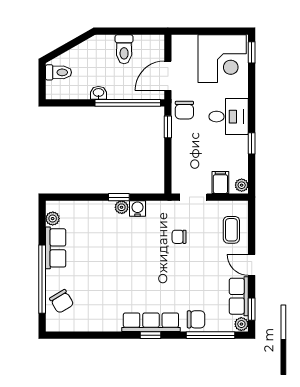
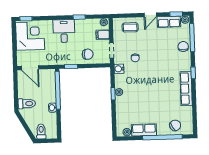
toilet: (124, 49) -> (27, 104), moved
door: (168, 76) -> (30, 68), moved
chair: (184, 110) -> (88, 54), moved
water cooler: (138, 209) -> (119, 69), moved
row of seats: (151, 322) -> (186, 89), moved

